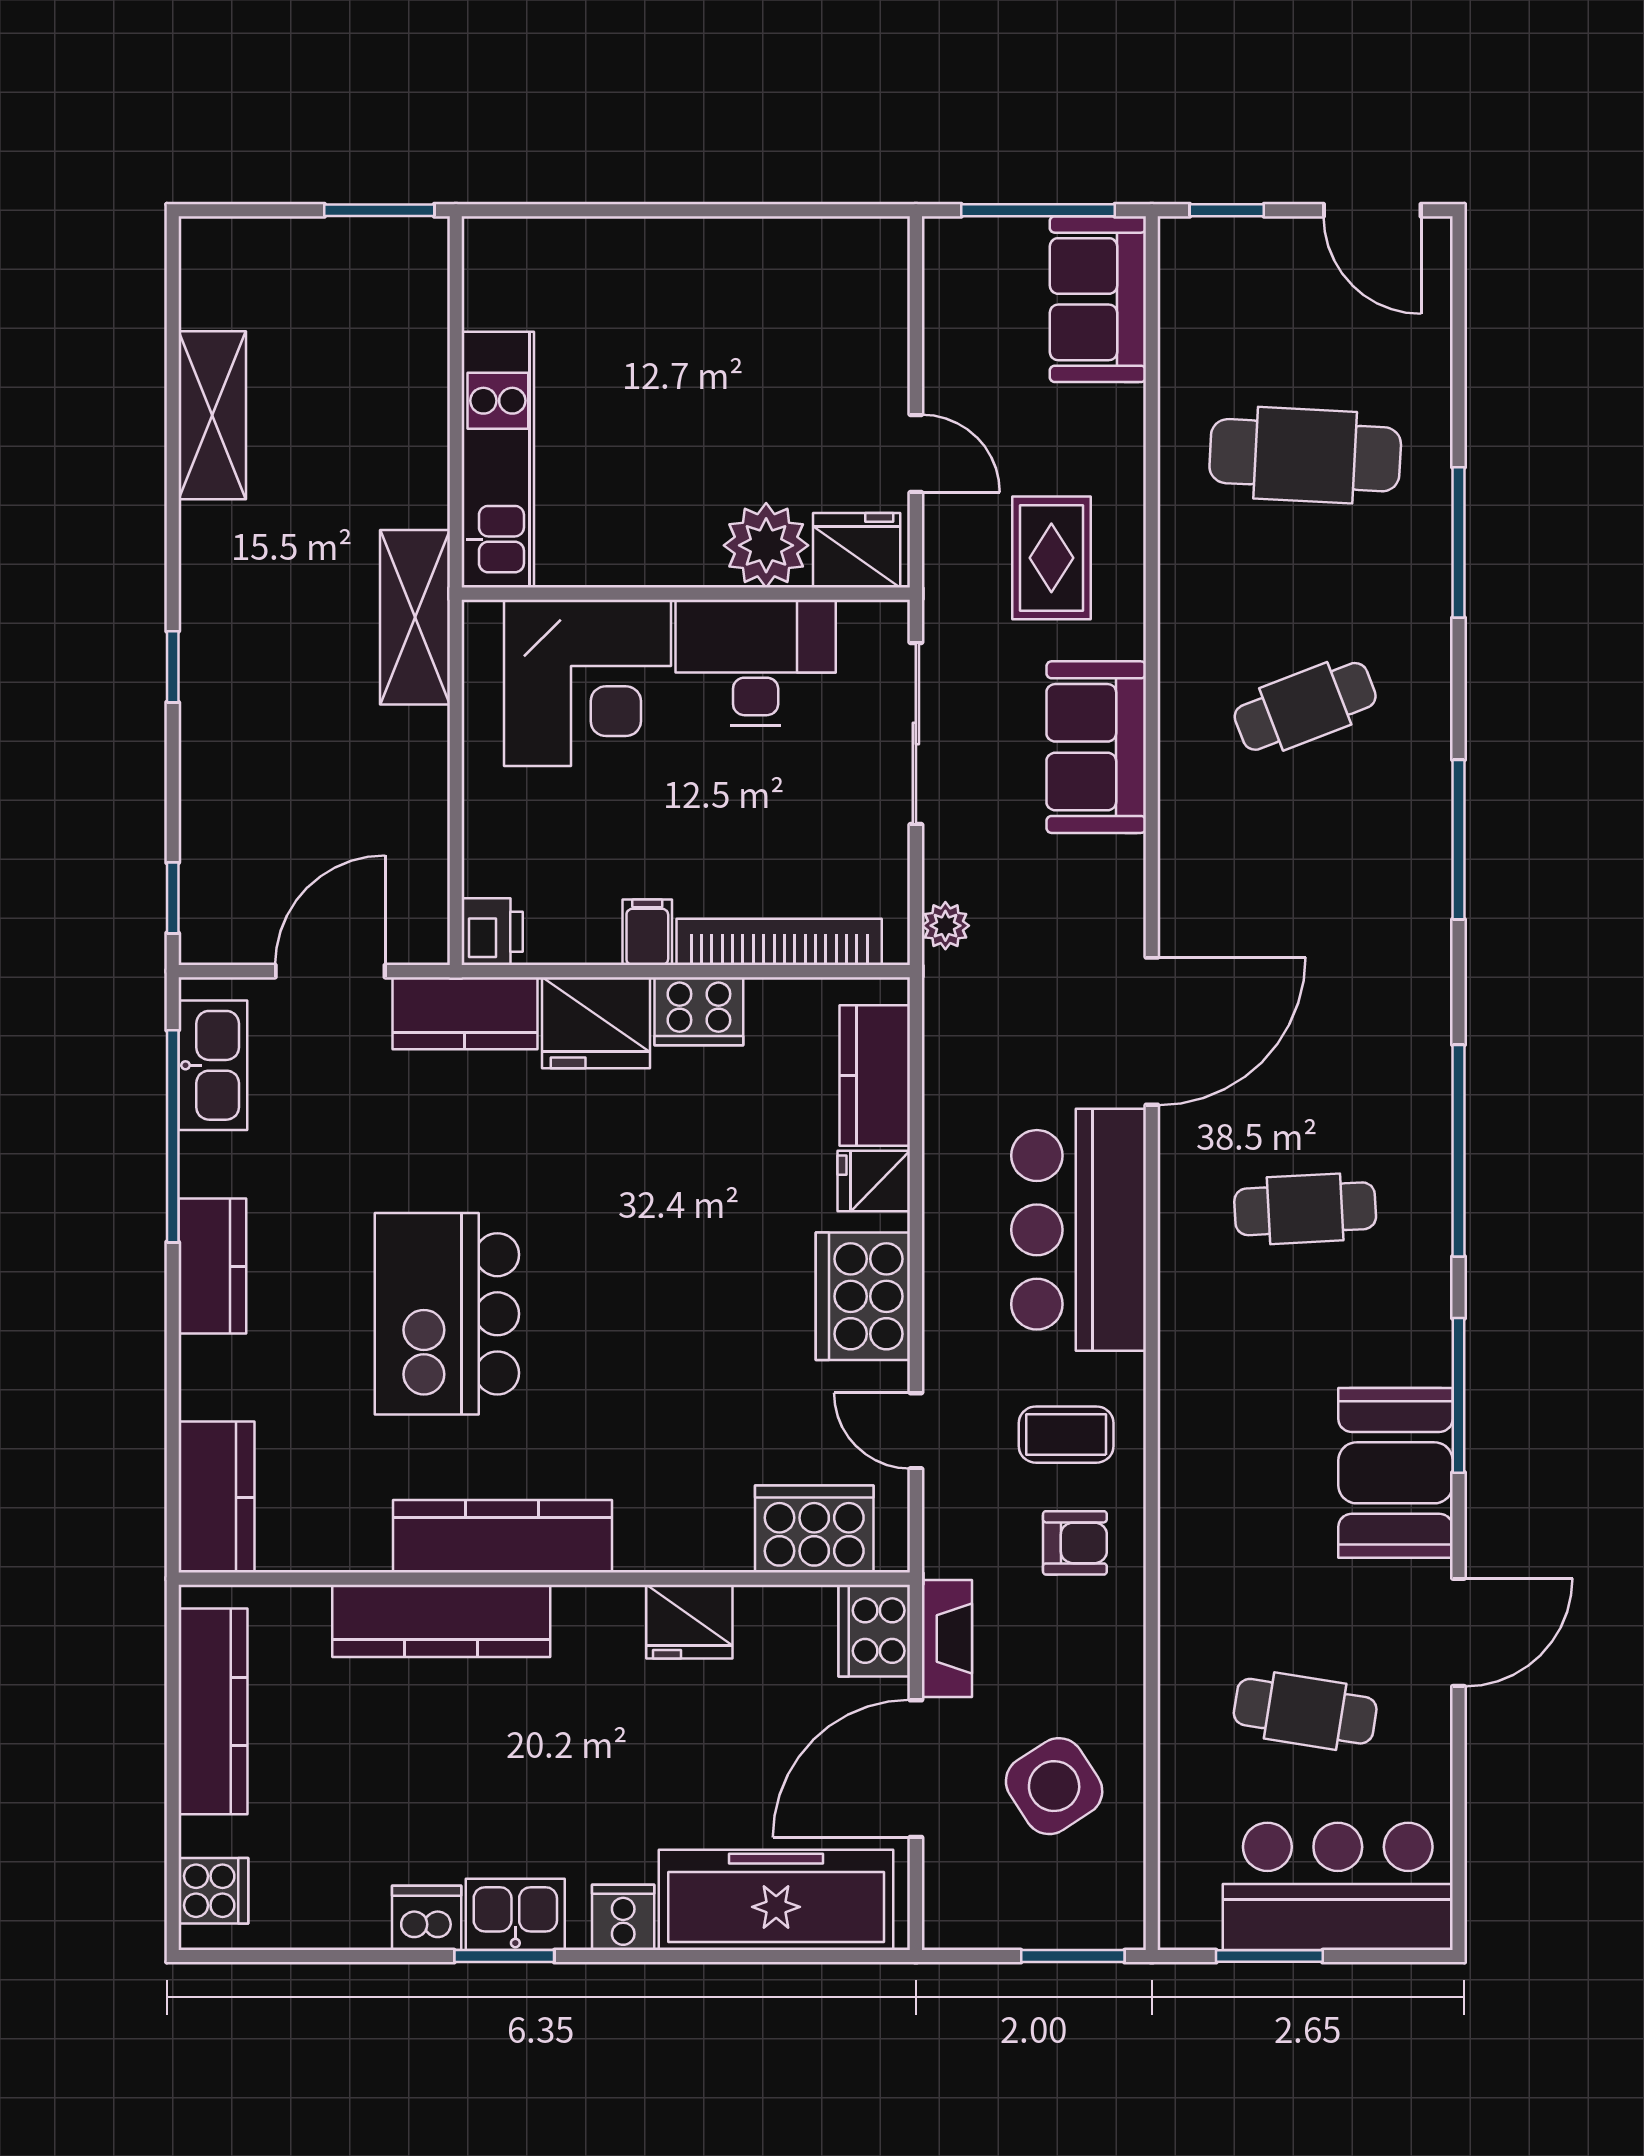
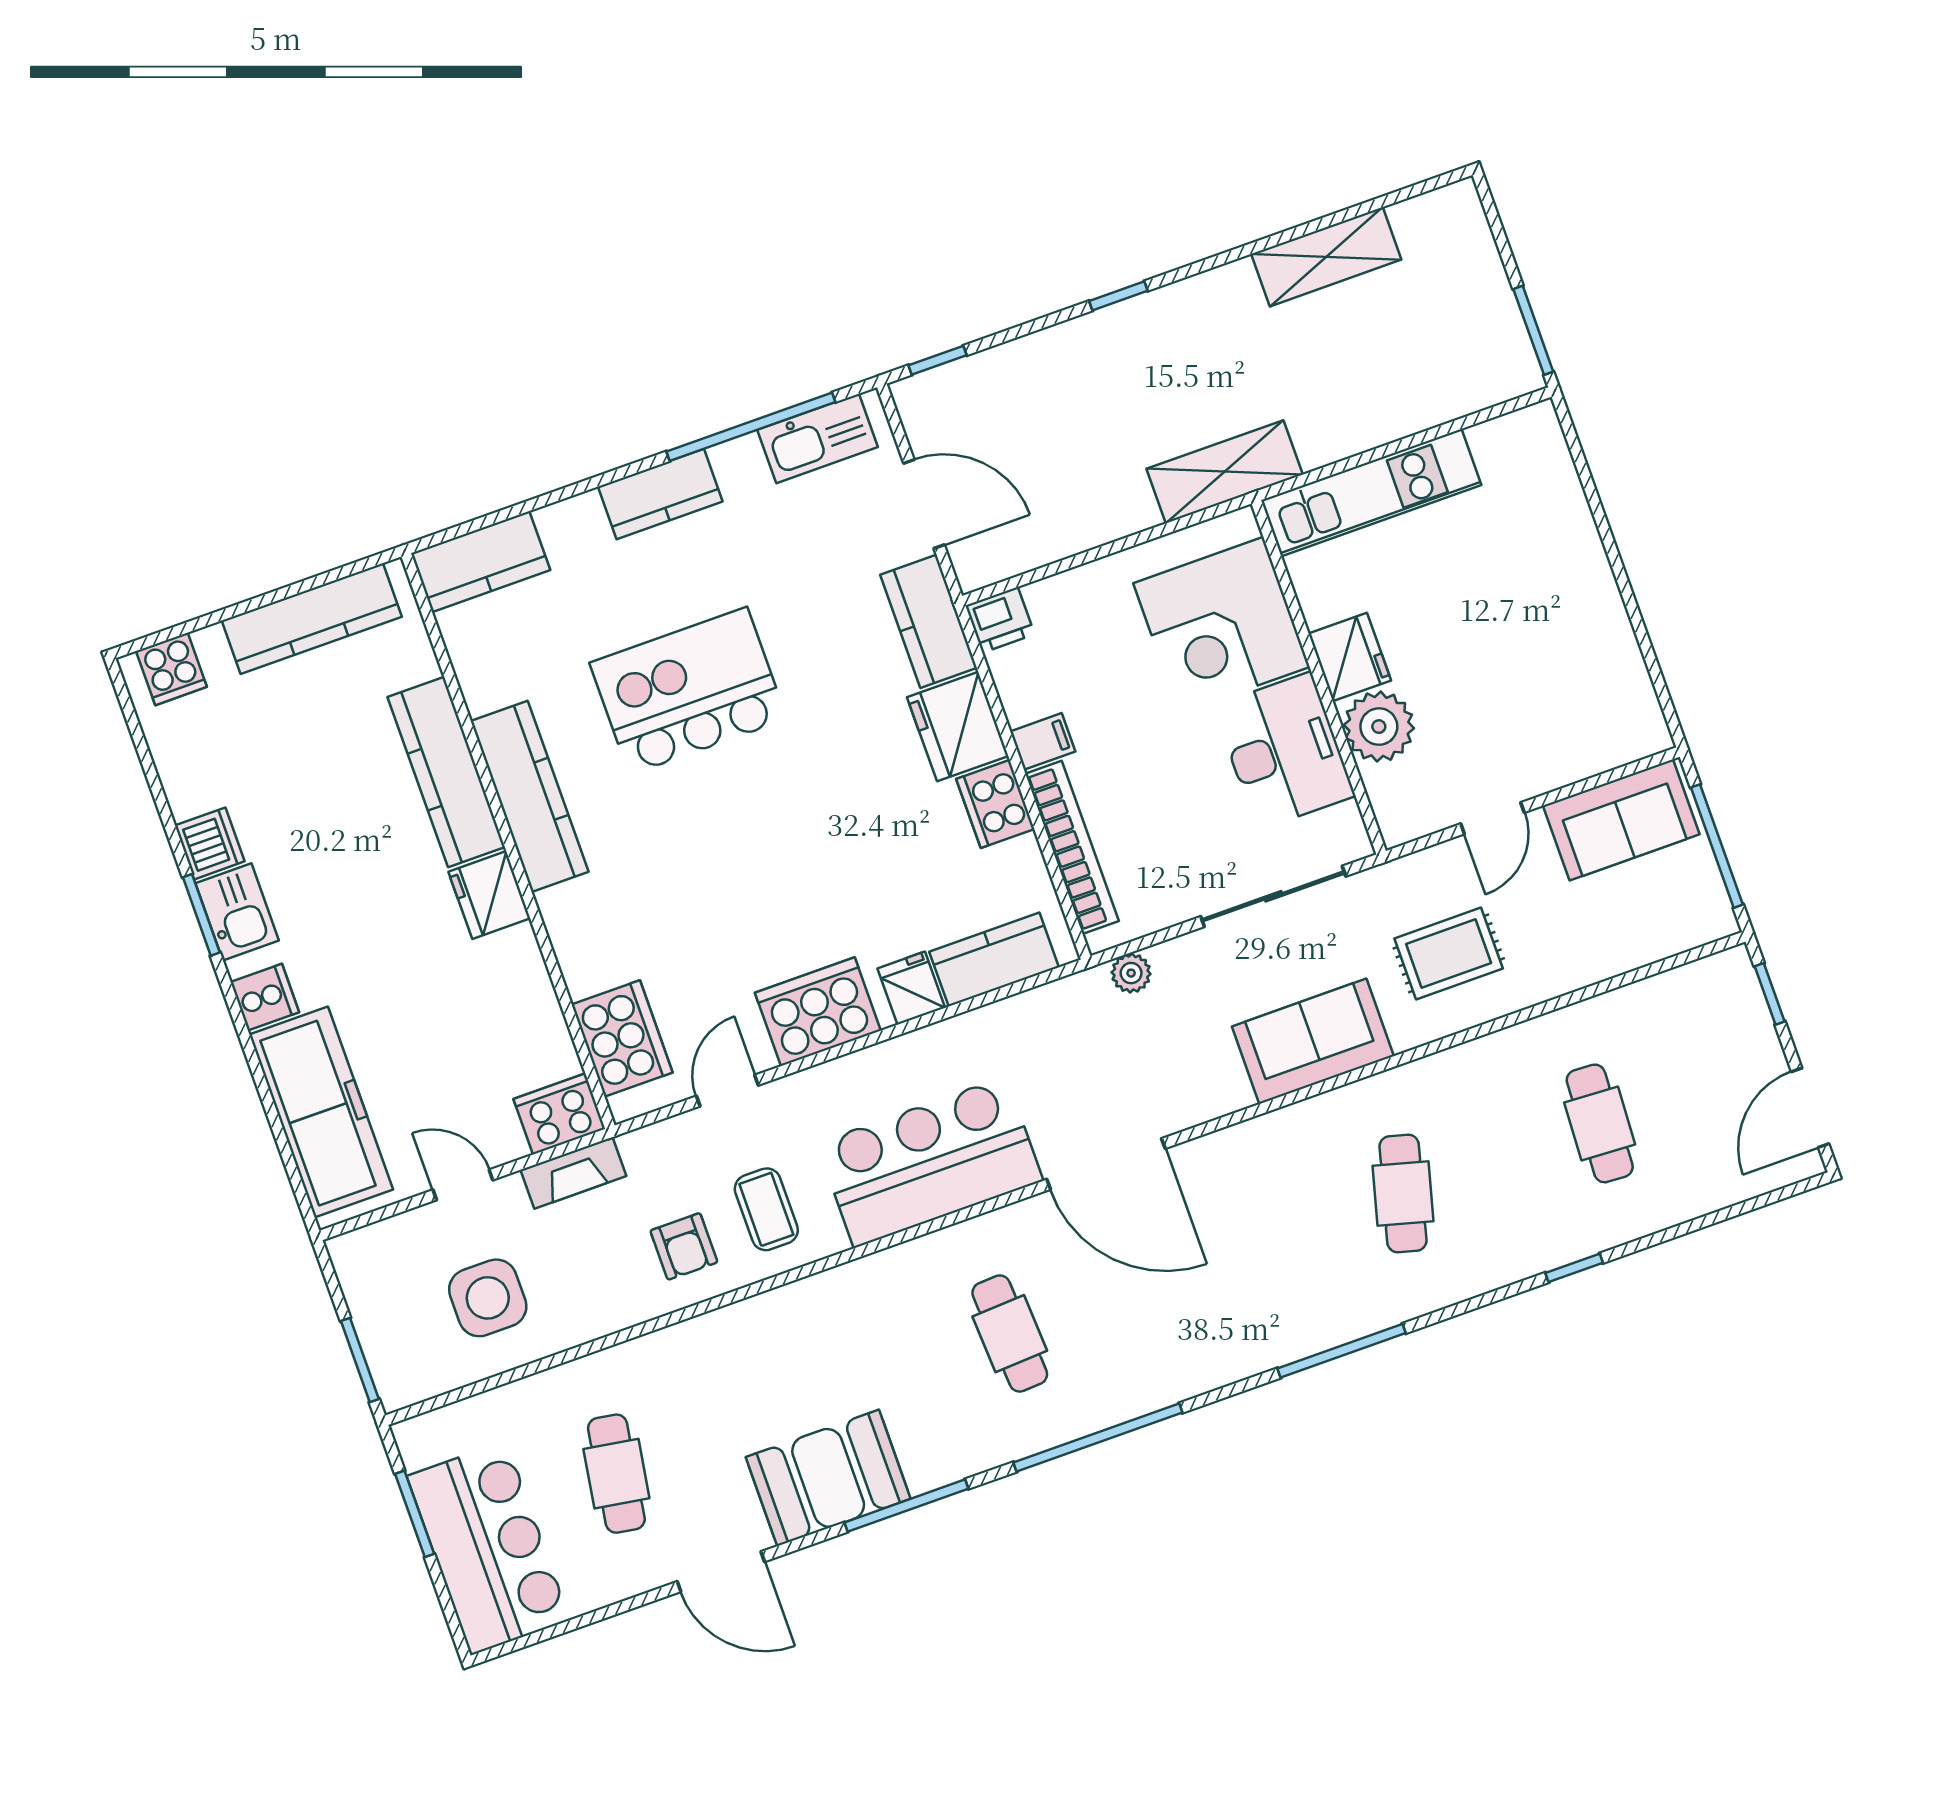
sofa: (1098, 299) -> (1621, 820), moved, turned 180
cafe table: (1305, 455) -> (1600, 1123), width x0.73, depth x0.74
window: (1458, 542) -> (1574, 1268), width x0.46
fridge: (857, 550) -> (1350, 657), moved
cafe table: (1305, 706) -> (1403, 1193), turned 36
fridge: (689, 1622) -> (489, 895), moved
door: (916, 1769) -> (463, 1185), width x0.53
side table: (1054, 1786) -> (488, 1298), turned 33

